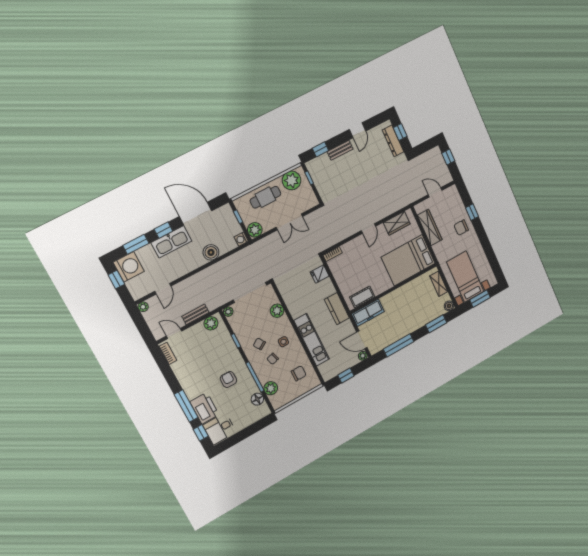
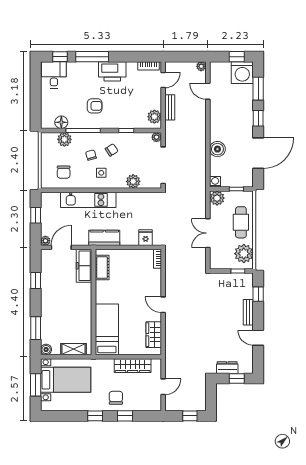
dresser: (393, 141) -> (227, 368), width x0.70
window: (483, 237) -> (95, 416), added
kitchen sink: (171, 242) -> (245, 120), removed
bed: (408, 260) -> (107, 329), width x0.67
window: (399, 345) -> (36, 281), width x0.46
printer: (204, 408) -> (112, 71), moved

